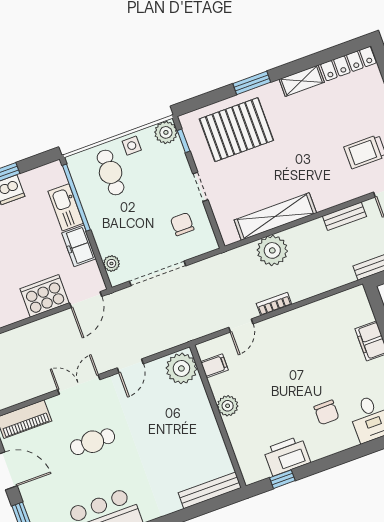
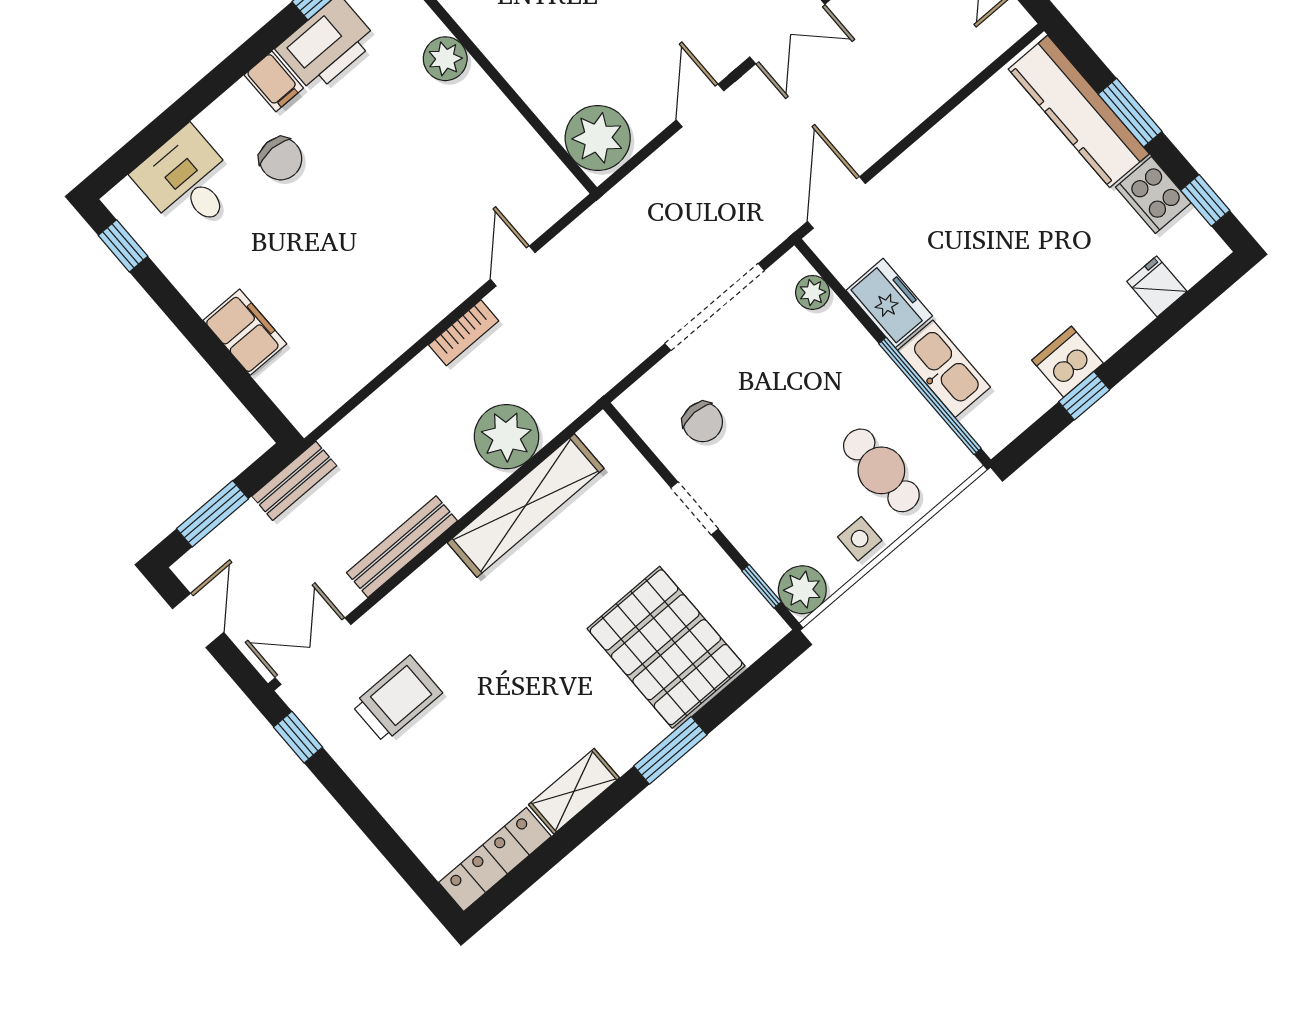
pallet: (236, 130) -> (666, 647), turned 90
bench: (344, 216) -> (402, 547), width x1.36
cooker: (44, 296) -> (920, 179), removed
filing cabinet: (214, 366) -> (274, 81), moved, turned -90
plant: (228, 406) -> (445, 59), moved
chair: (326, 412) -> (281, 159), turned 180

